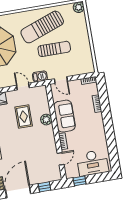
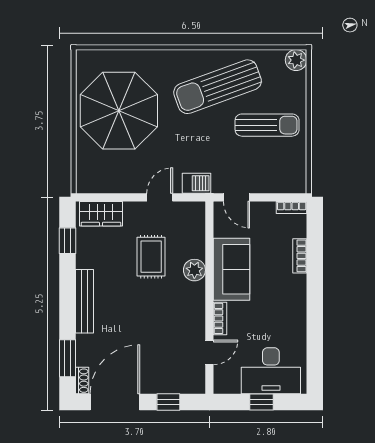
sun lounger: (54, 49) -> (267, 125), moved
door: (23, 87) -> (160, 197), hinge flipped
window: (80, 181) -> (262, 402), moved

